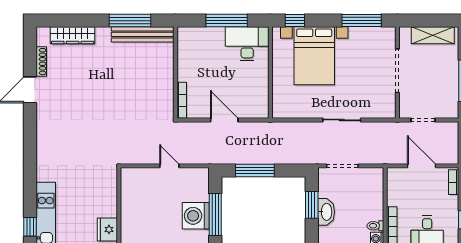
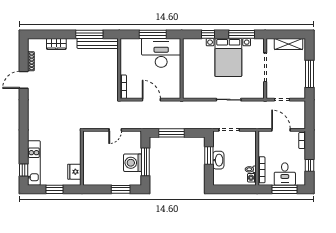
window: (295, 21) -> (208, 34), moved
wardrobe: (73, 35) -> (56, 44), width x0.67
desk: (247, 44) -> (161, 53), width x1.36, depth x1.30
bed with nightstands: (314, 56) -> (228, 57), moved
door: (169, 166) -> (115, 130), swing flipped

